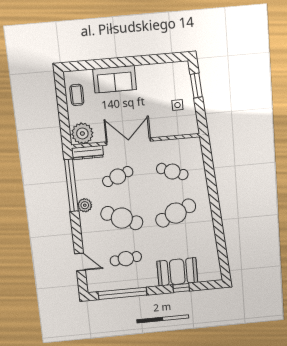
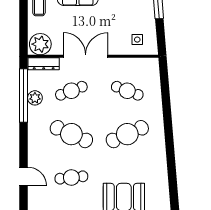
side table: (177, 105) -> (137, 40), moved
plant: (85, 205) -> (35, 98), moved

